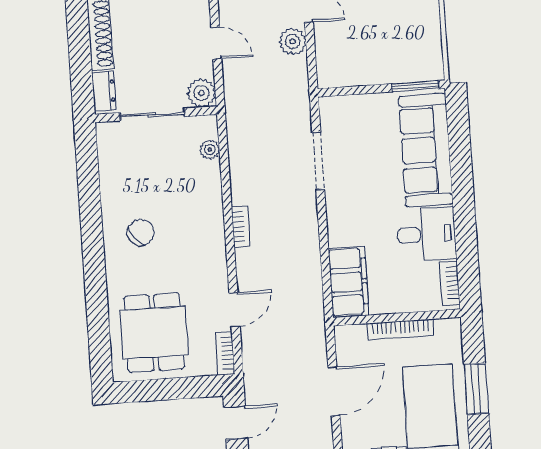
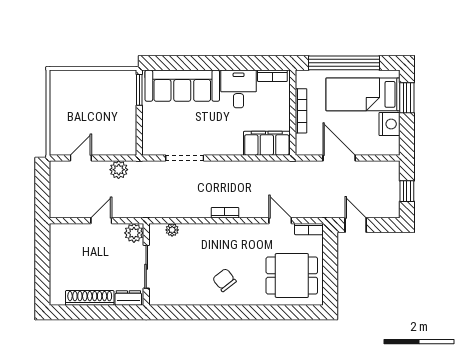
plant: (293, 41) -> (119, 170), moved
window: (476, 389) -> (344, 63), width x2.11

